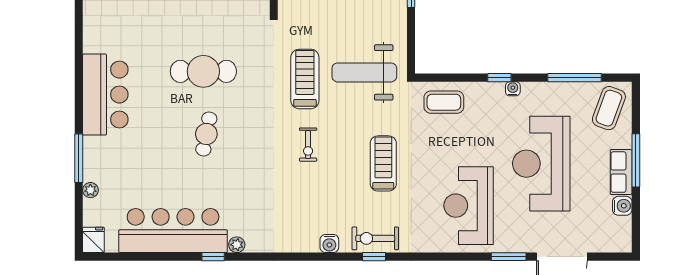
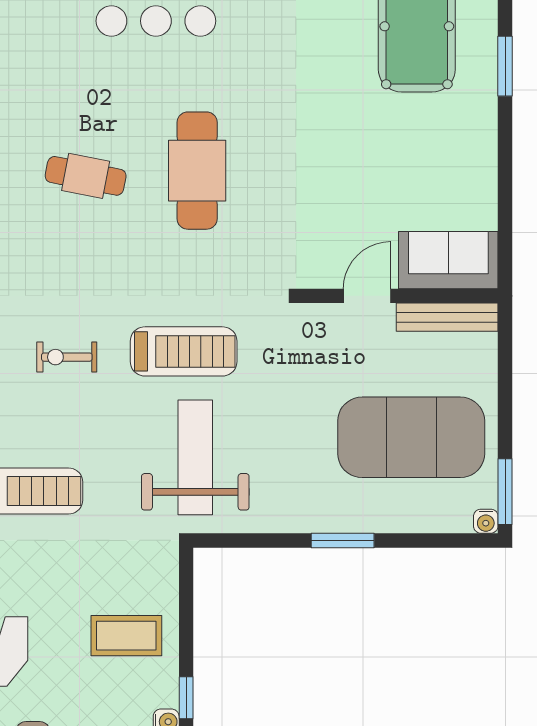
coffee table: (444, 102) -> (126, 636), moved, turned 90

